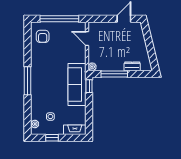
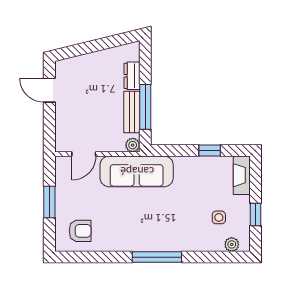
window: (59, 19) -> (49, 202), width x0.47
bench: (111, 66) -> (132, 112), added
sofa: (77, 85) -> (137, 171), moved
window: (89, 86) -> (210, 150), moved

